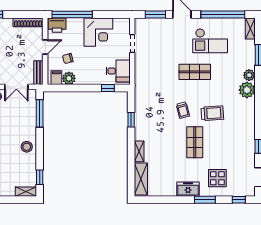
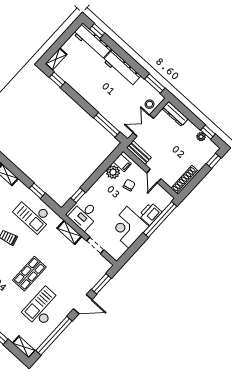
printer: (57, 25) -> (150, 214), moved
shelving: (140, 70) -> (69, 232), added
checkout: (151, 108) -> (33, 214), added
stool: (27, 147) -> (90, 91), removed

